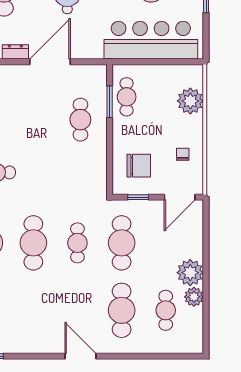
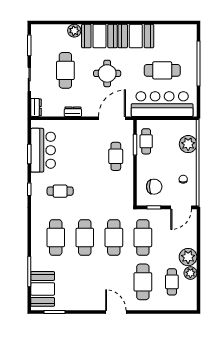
door: (50, 62) -> (112, 118), moved
cafe table: (77, 243) -> (114, 237), width x1.37, depth x1.35

